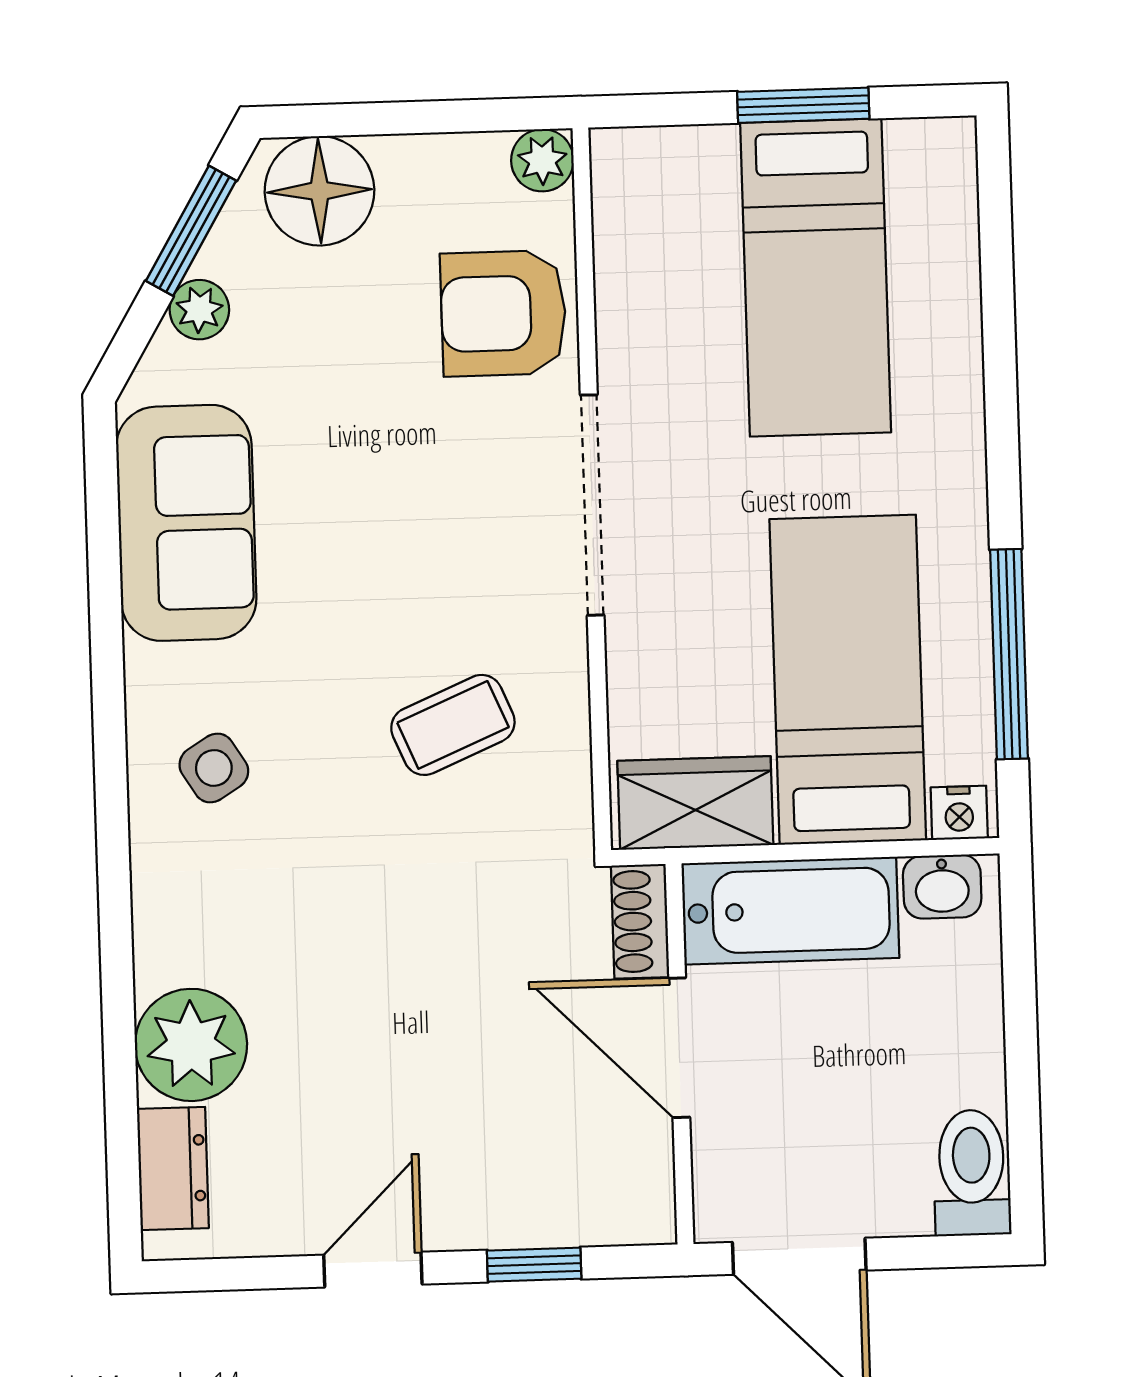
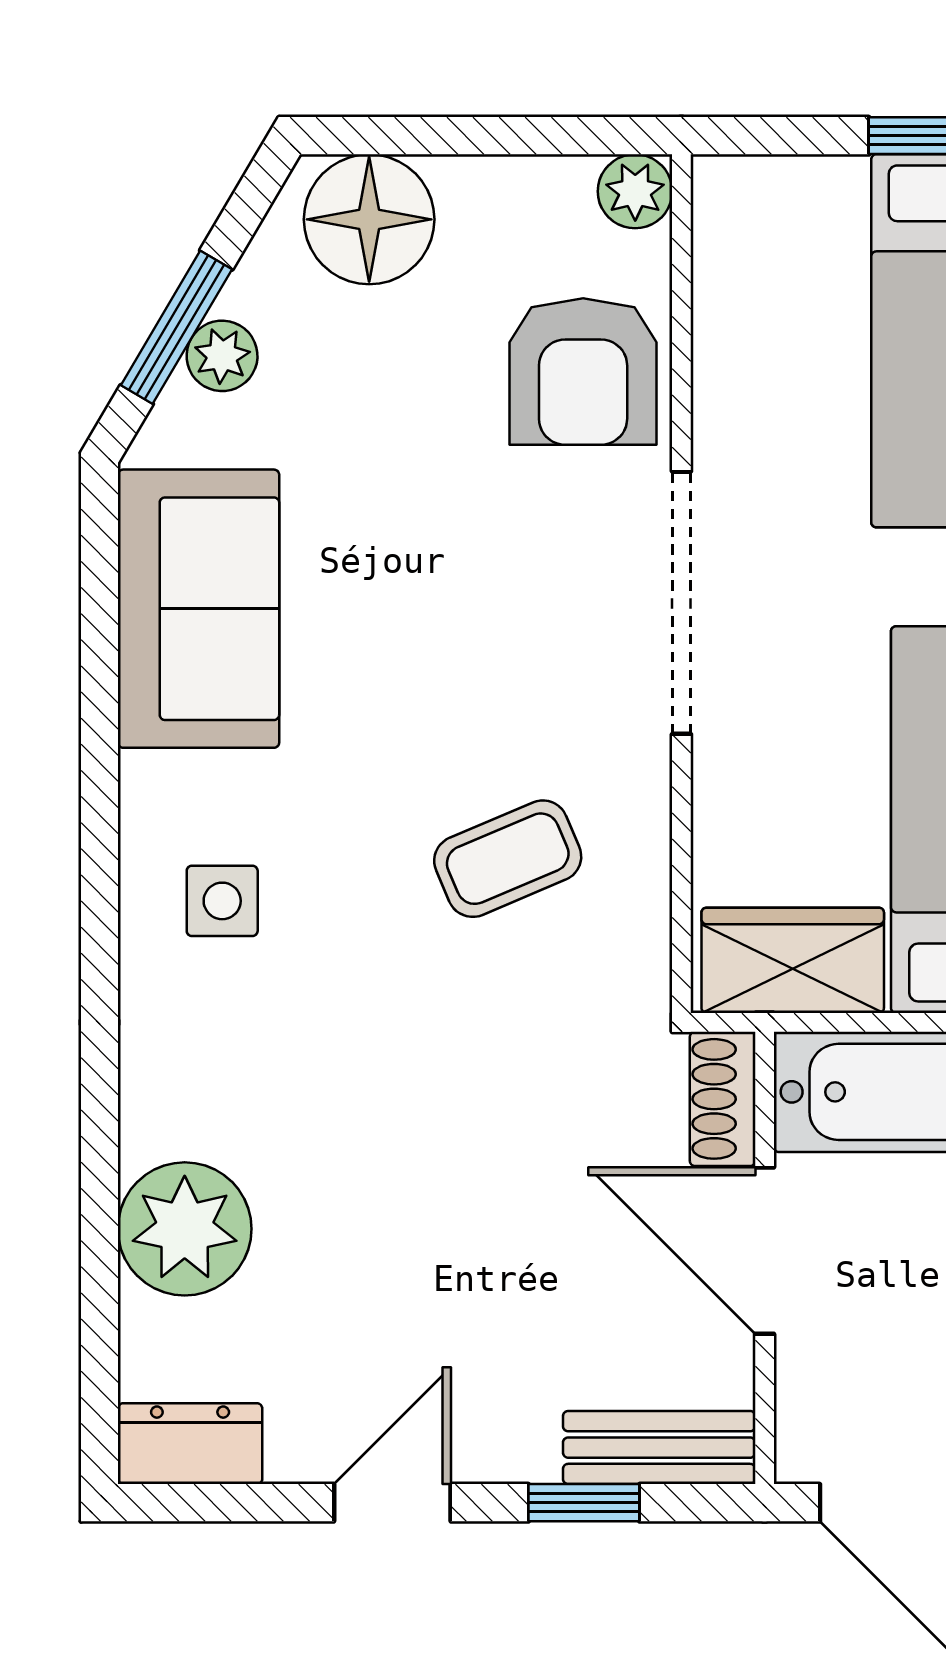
window: (191, 231) -> (176, 327), moved
armchair: (503, 313) -> (583, 372), turned -90
side table: (214, 768) -> (222, 901), turned 32
dresser: (173, 1169) -> (190, 1444), moved, turned -90
bench: (596, 1216) -> (659, 1448), added

